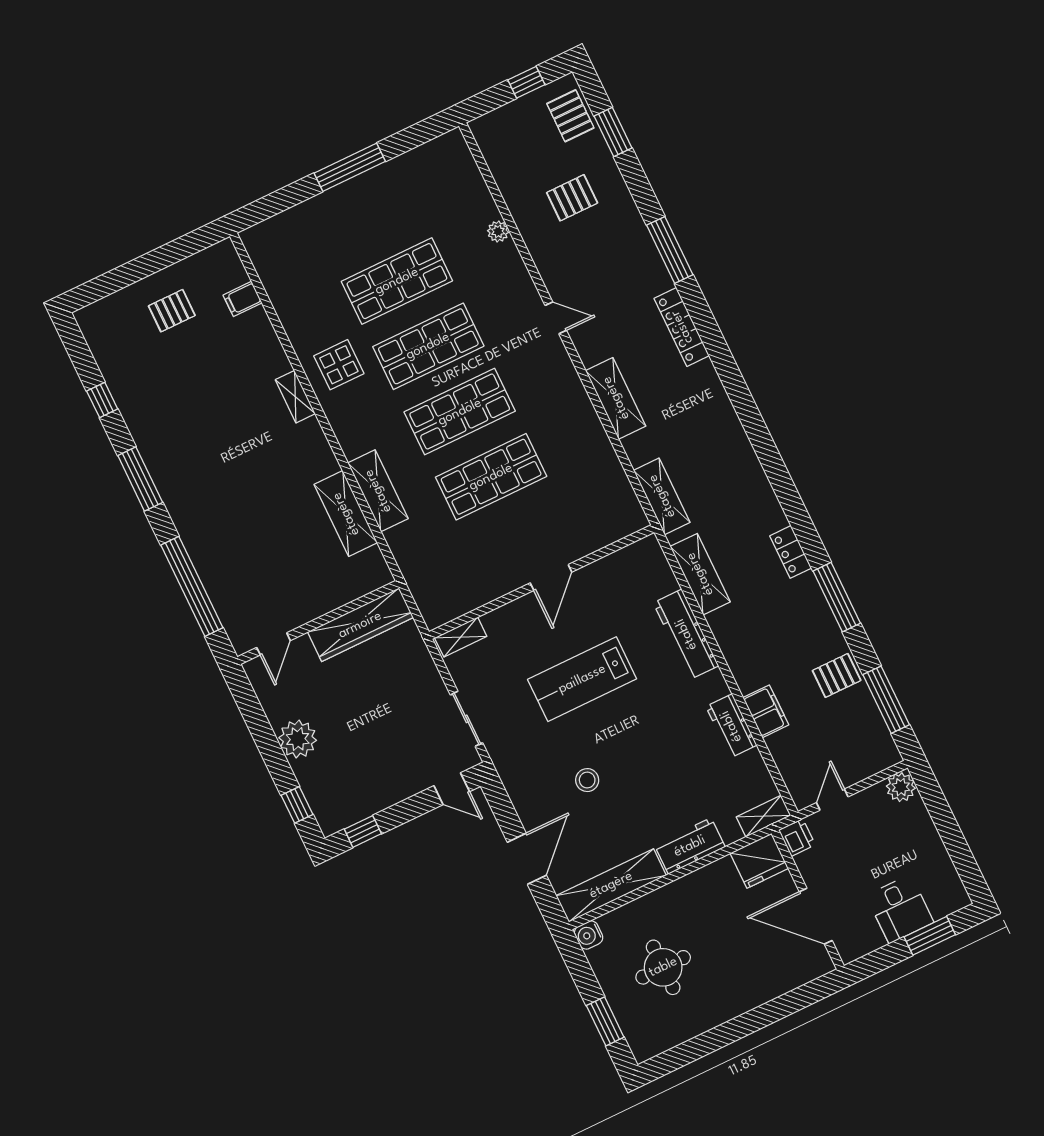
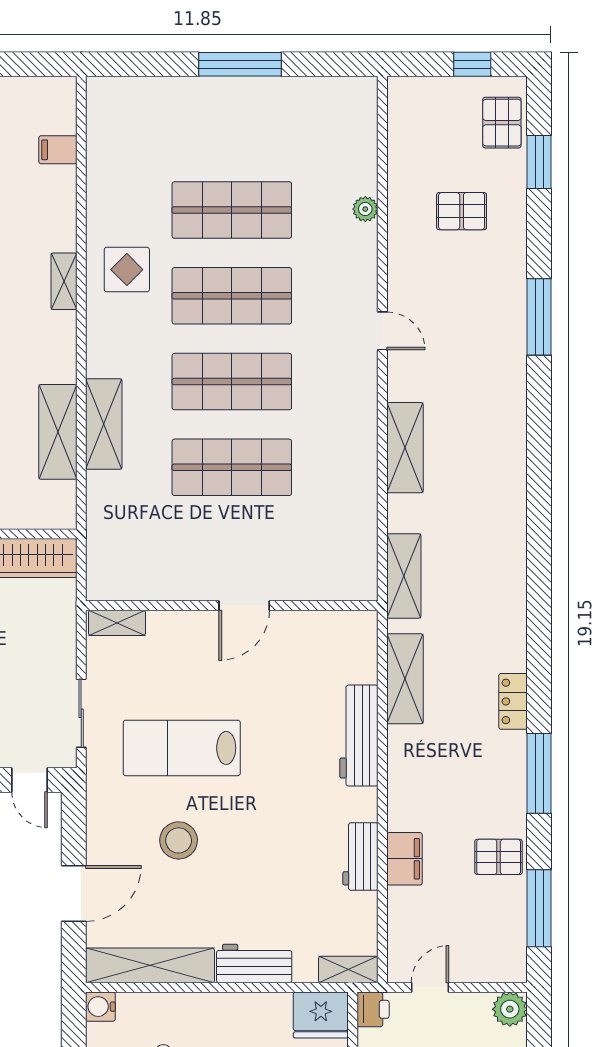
locker: (682, 327) -> (512, 405), removed
lab bench: (582, 679) -> (182, 748), moved
stool: (587, 780) -> (179, 840), width x1.38, depth x1.38

